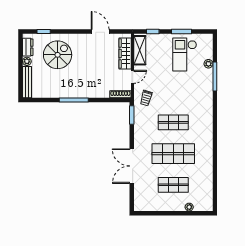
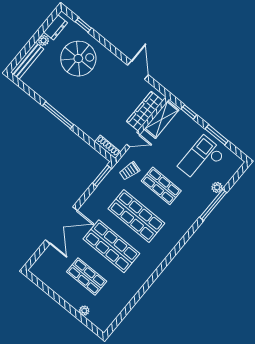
shop shelf: (173, 91) -> (161, 186), added
shop shelf: (173, 122) -> (136, 216), width x1.43, depth x1.36
double door: (132, 166) -> (61, 225), swing flipped

